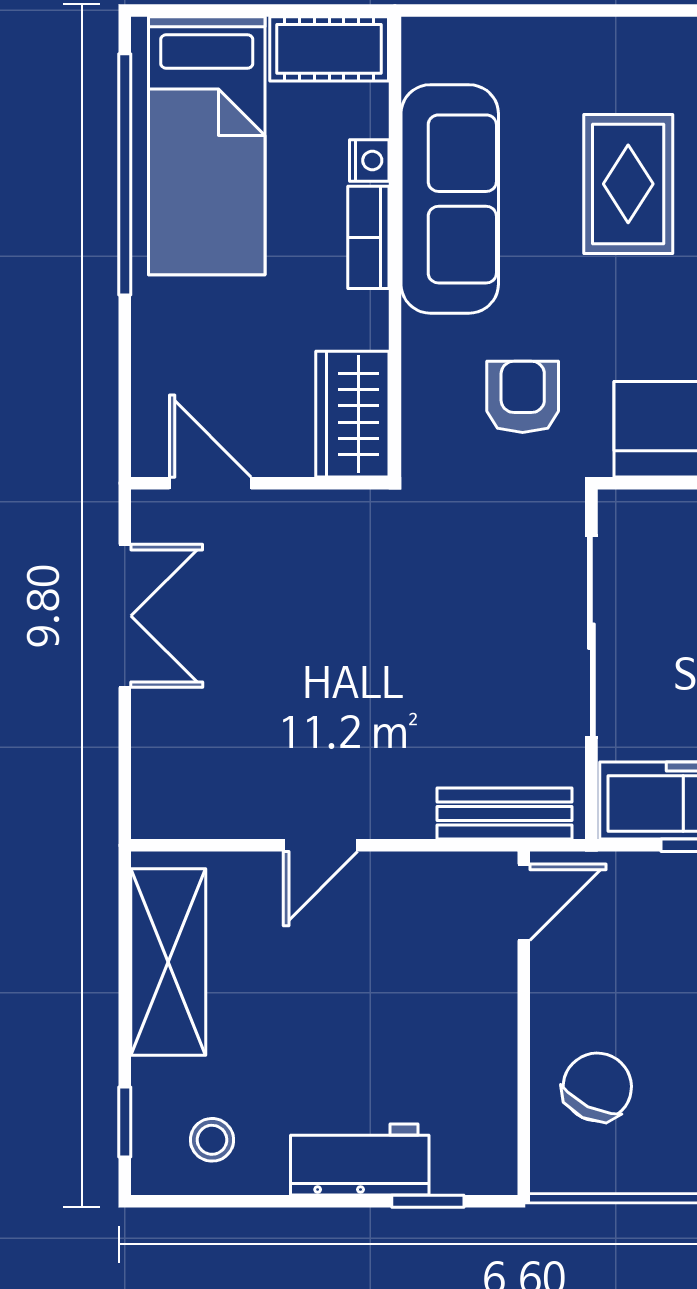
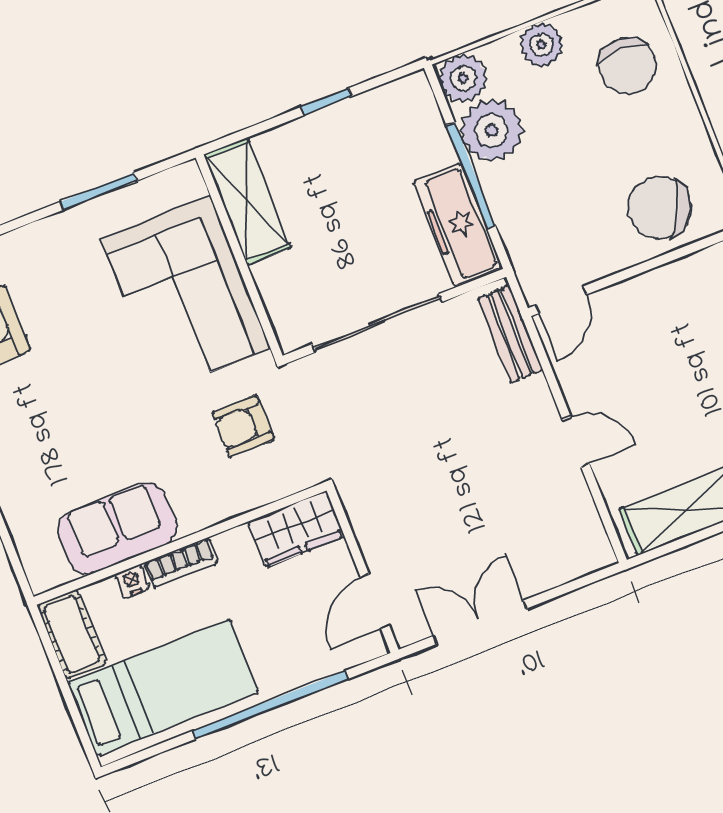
window: (125, 174) -> (270, 705), moved
rug: (628, 184) -> (83, 412), removed
sofa: (450, 199) -> (117, 529), width x0.73
door: (524, 902) -> (561, 300), swing flipped
chair: (597, 1087) -> (660, 208), width x1.37, depth x1.37

